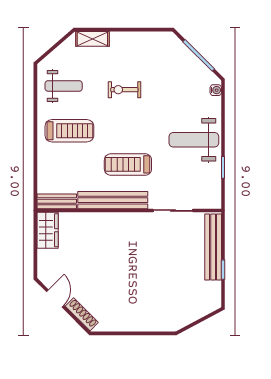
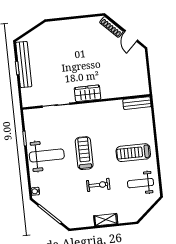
shelving: (92, 39) -> (106, 220), moved
treadmill: (128, 164) -> (84, 153), moved, turned -90
bench: (113, 200) -> (98, 108), removed
wardrobe: (48, 230) -> (88, 93), moved, turned 90
bench: (213, 247) -> (24, 64), moved

